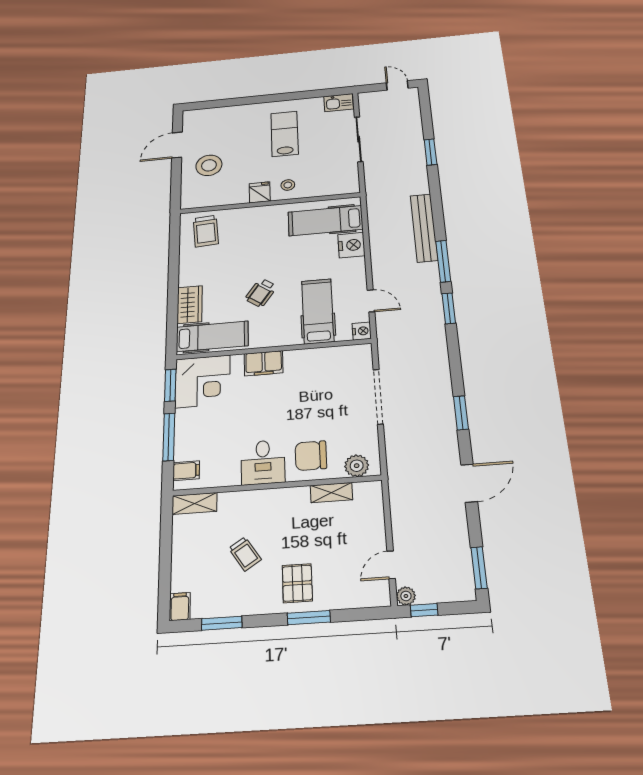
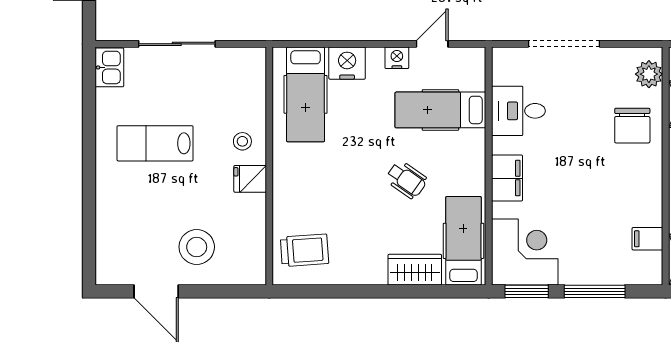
nightstand: (362, 331) -> (397, 58), moved
desk: (263, 462) -> (518, 111), moved, turned 180
filing cabinet: (186, 471) -> (647, 239), moved, turned -90

